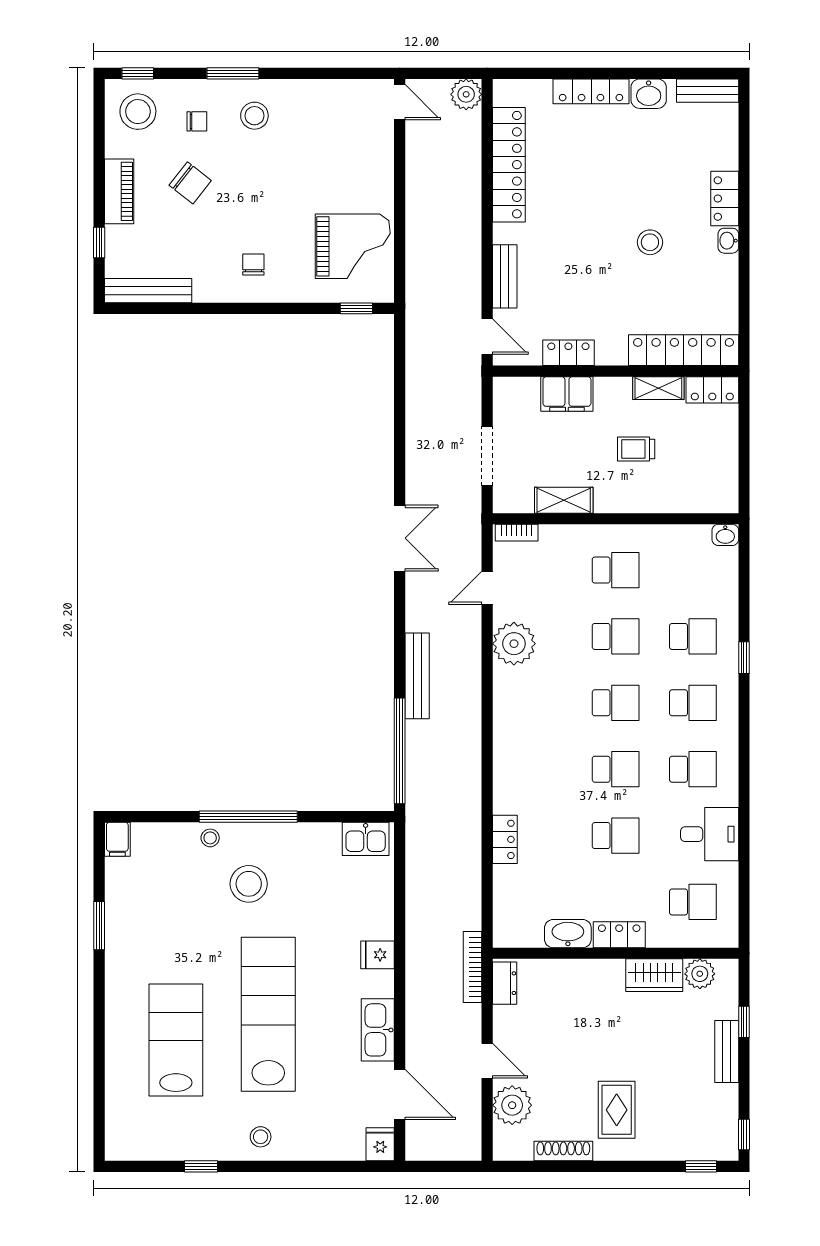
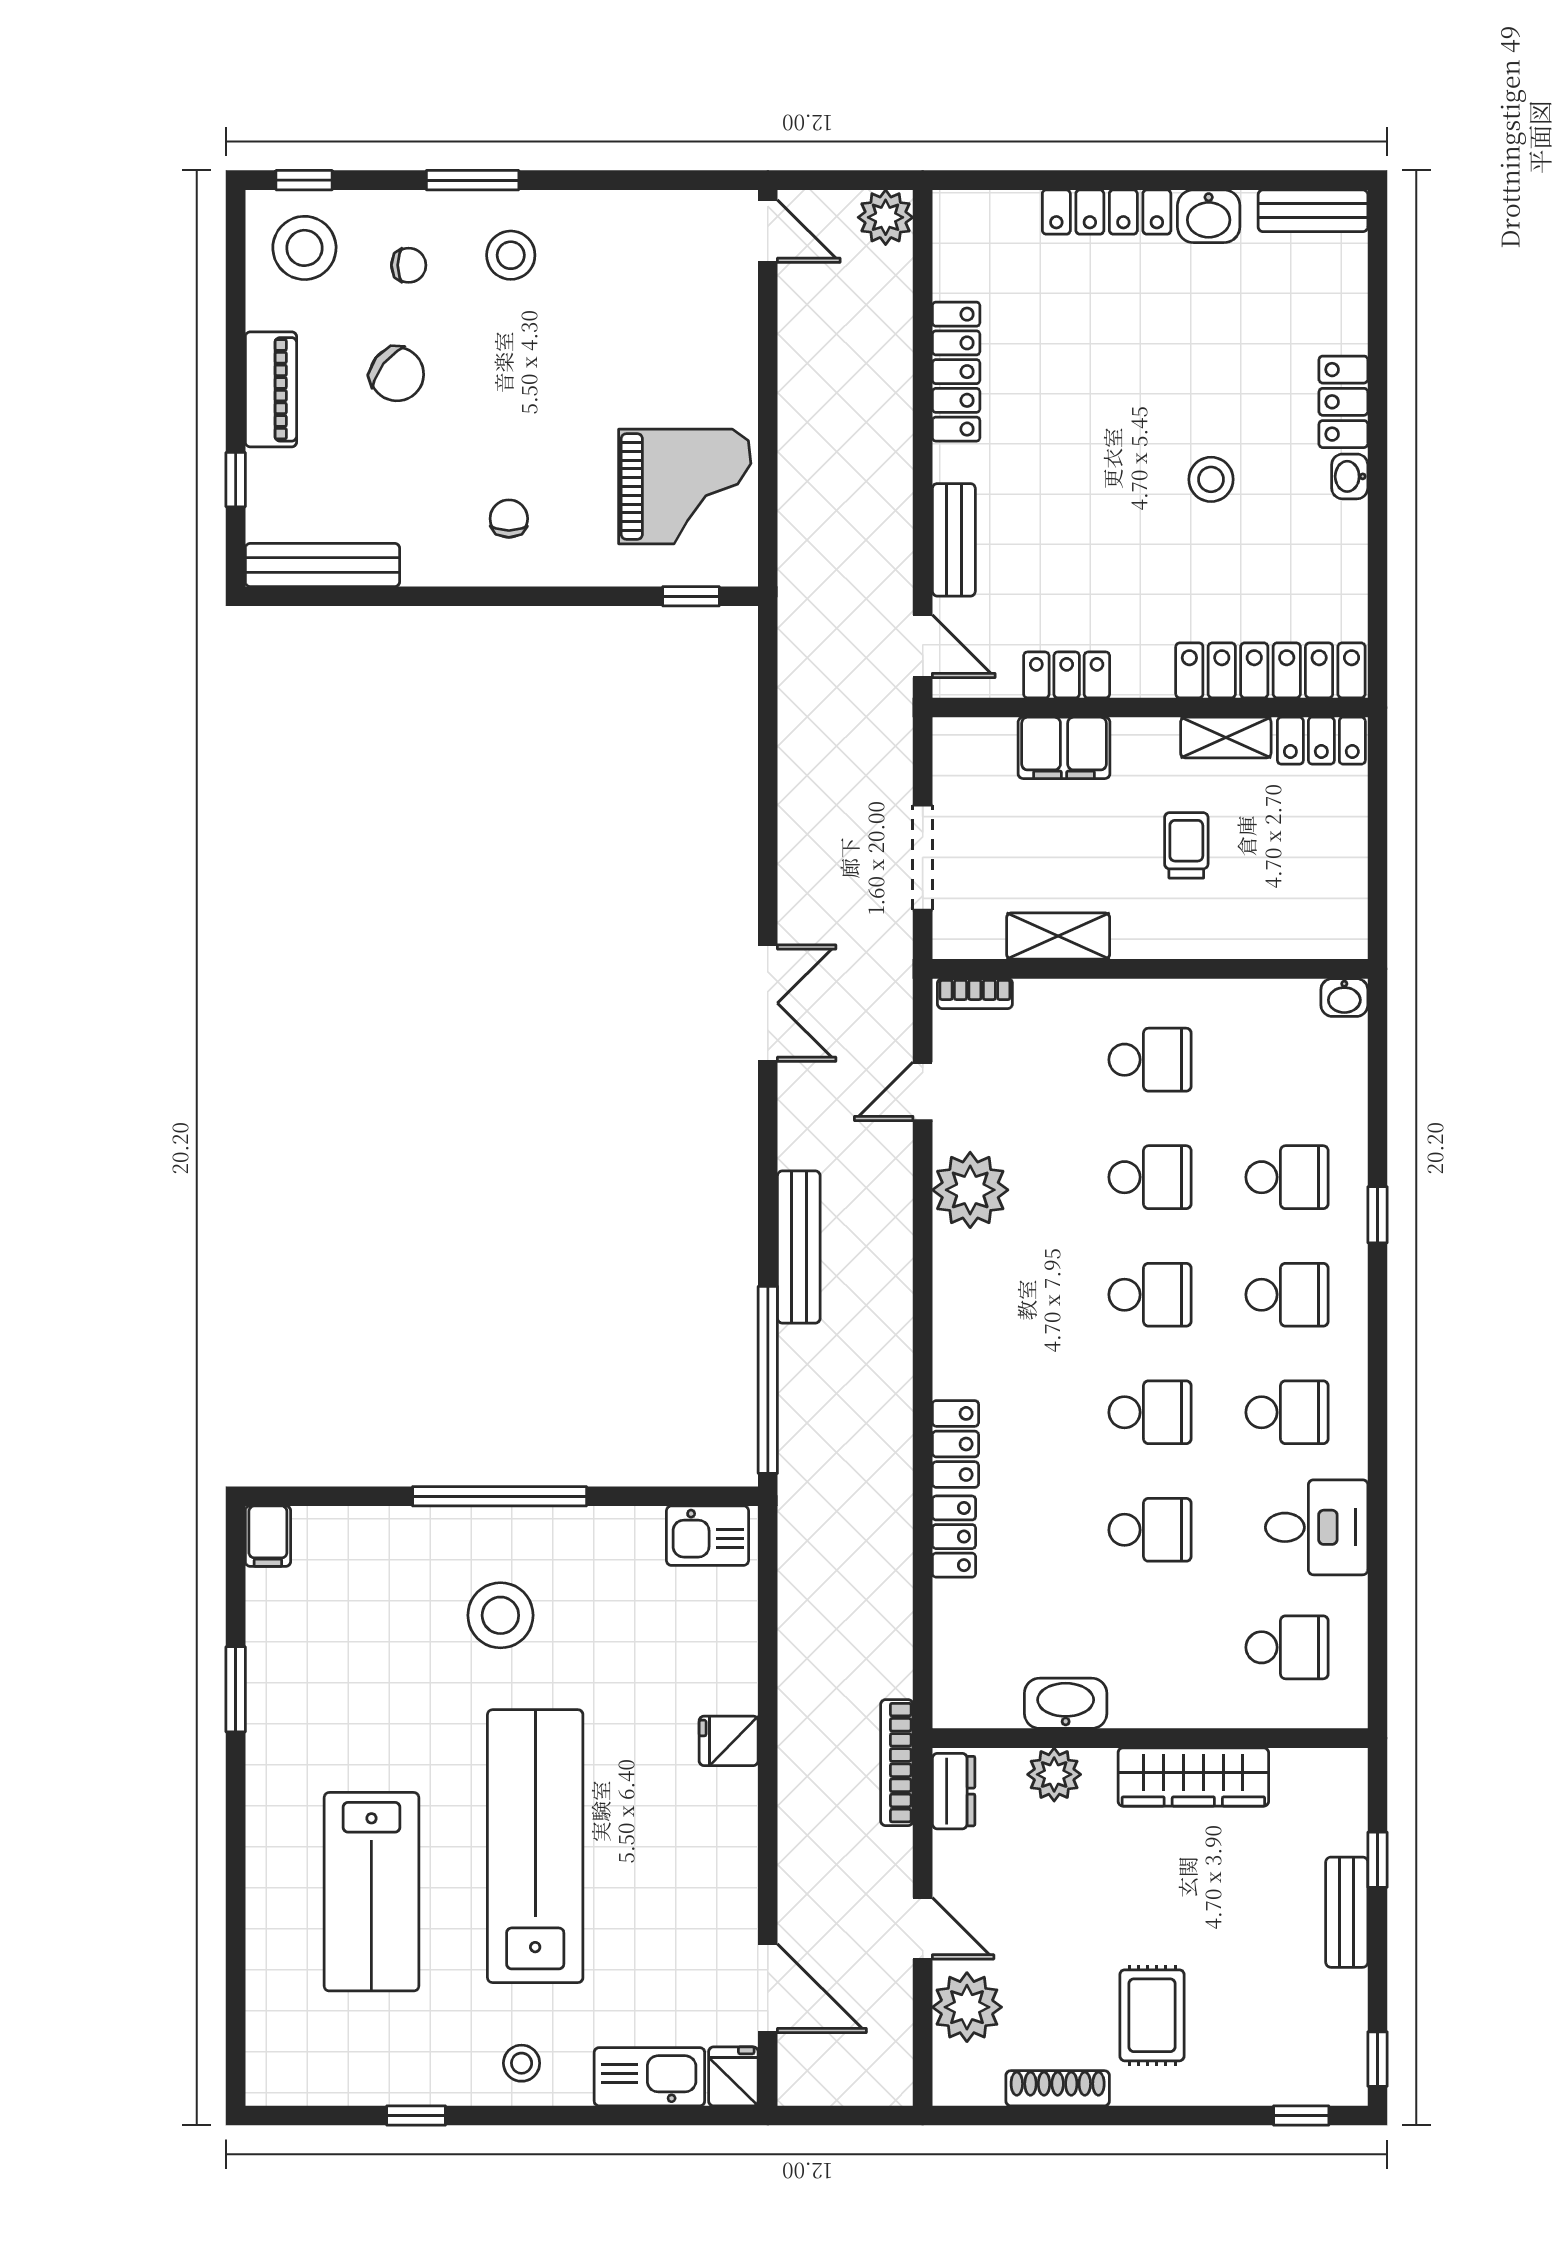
locker: (509, 165) -> (956, 372), width x0.71, depth x0.83
trolley: (636, 449) -> (1186, 845), turned 90
stool: (210, 838) -> (432, 1534), removed
locker: (619, 935) -> (955, 1444), moved, turned 90
plant: (700, 974) -> (1054, 1774), moved
wardrobe: (654, 975) -> (1193, 1777), width x1.50
kitchen sink: (378, 1030) -> (649, 2077), moved, turned 90
lab bench: (176, 1040) -> (371, 1892), turned 180

